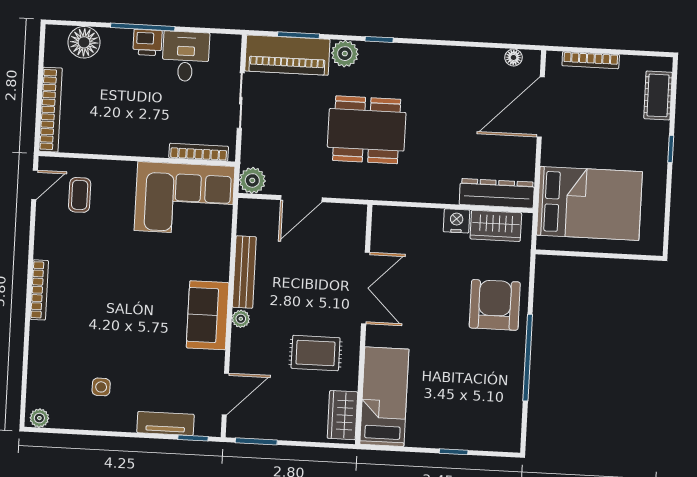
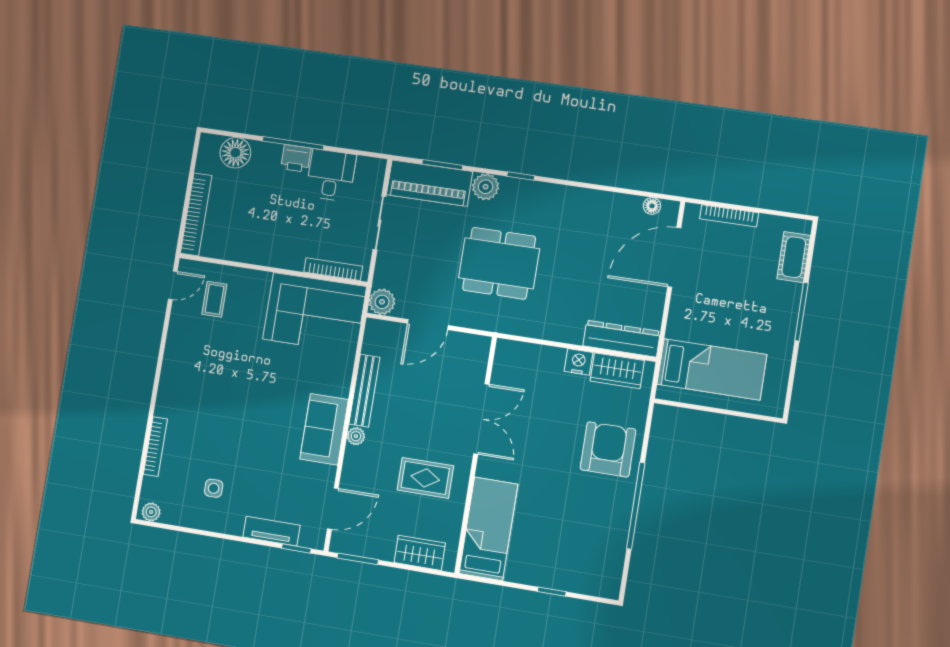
window: (671, 149) -> (801, 312), width x2.17
bed: (589, 203) -> (712, 369), width x0.67
bookcase: (39, 290) -> (155, 447), moved
wardrobe: (342, 415) -> (420, 553), moved, turned 90

